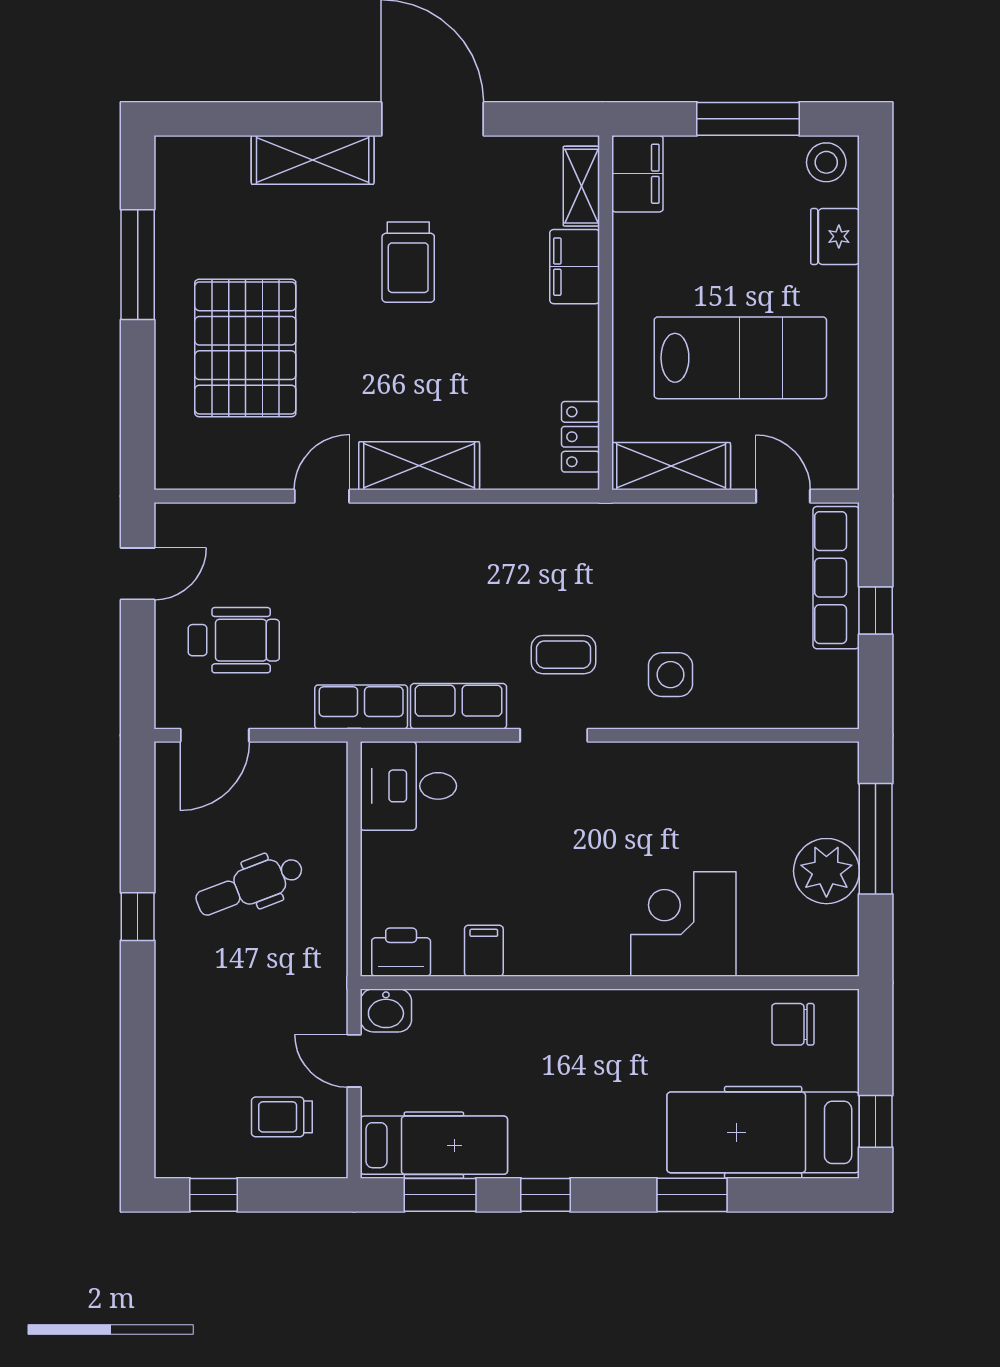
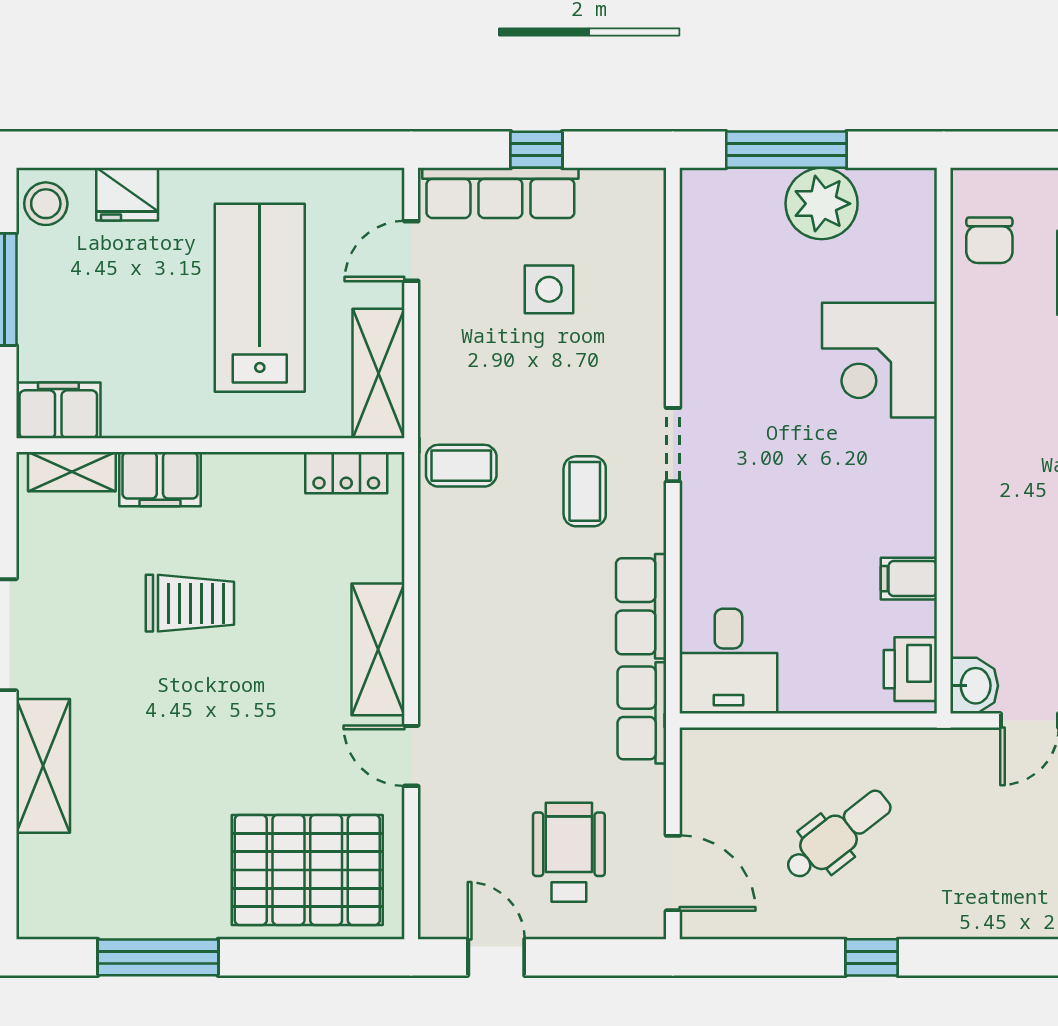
trolley: (408, 262) -> (190, 603), moved
pallet: (245, 348) -> (307, 870), moved
coffee table: (587, 542) -> (461, 466), added
side table: (671, 675) -> (549, 289), moved
doorway: (554, 735) -> (673, 445), moved
dental chair: (250, 886) -> (838, 835), turned -107

